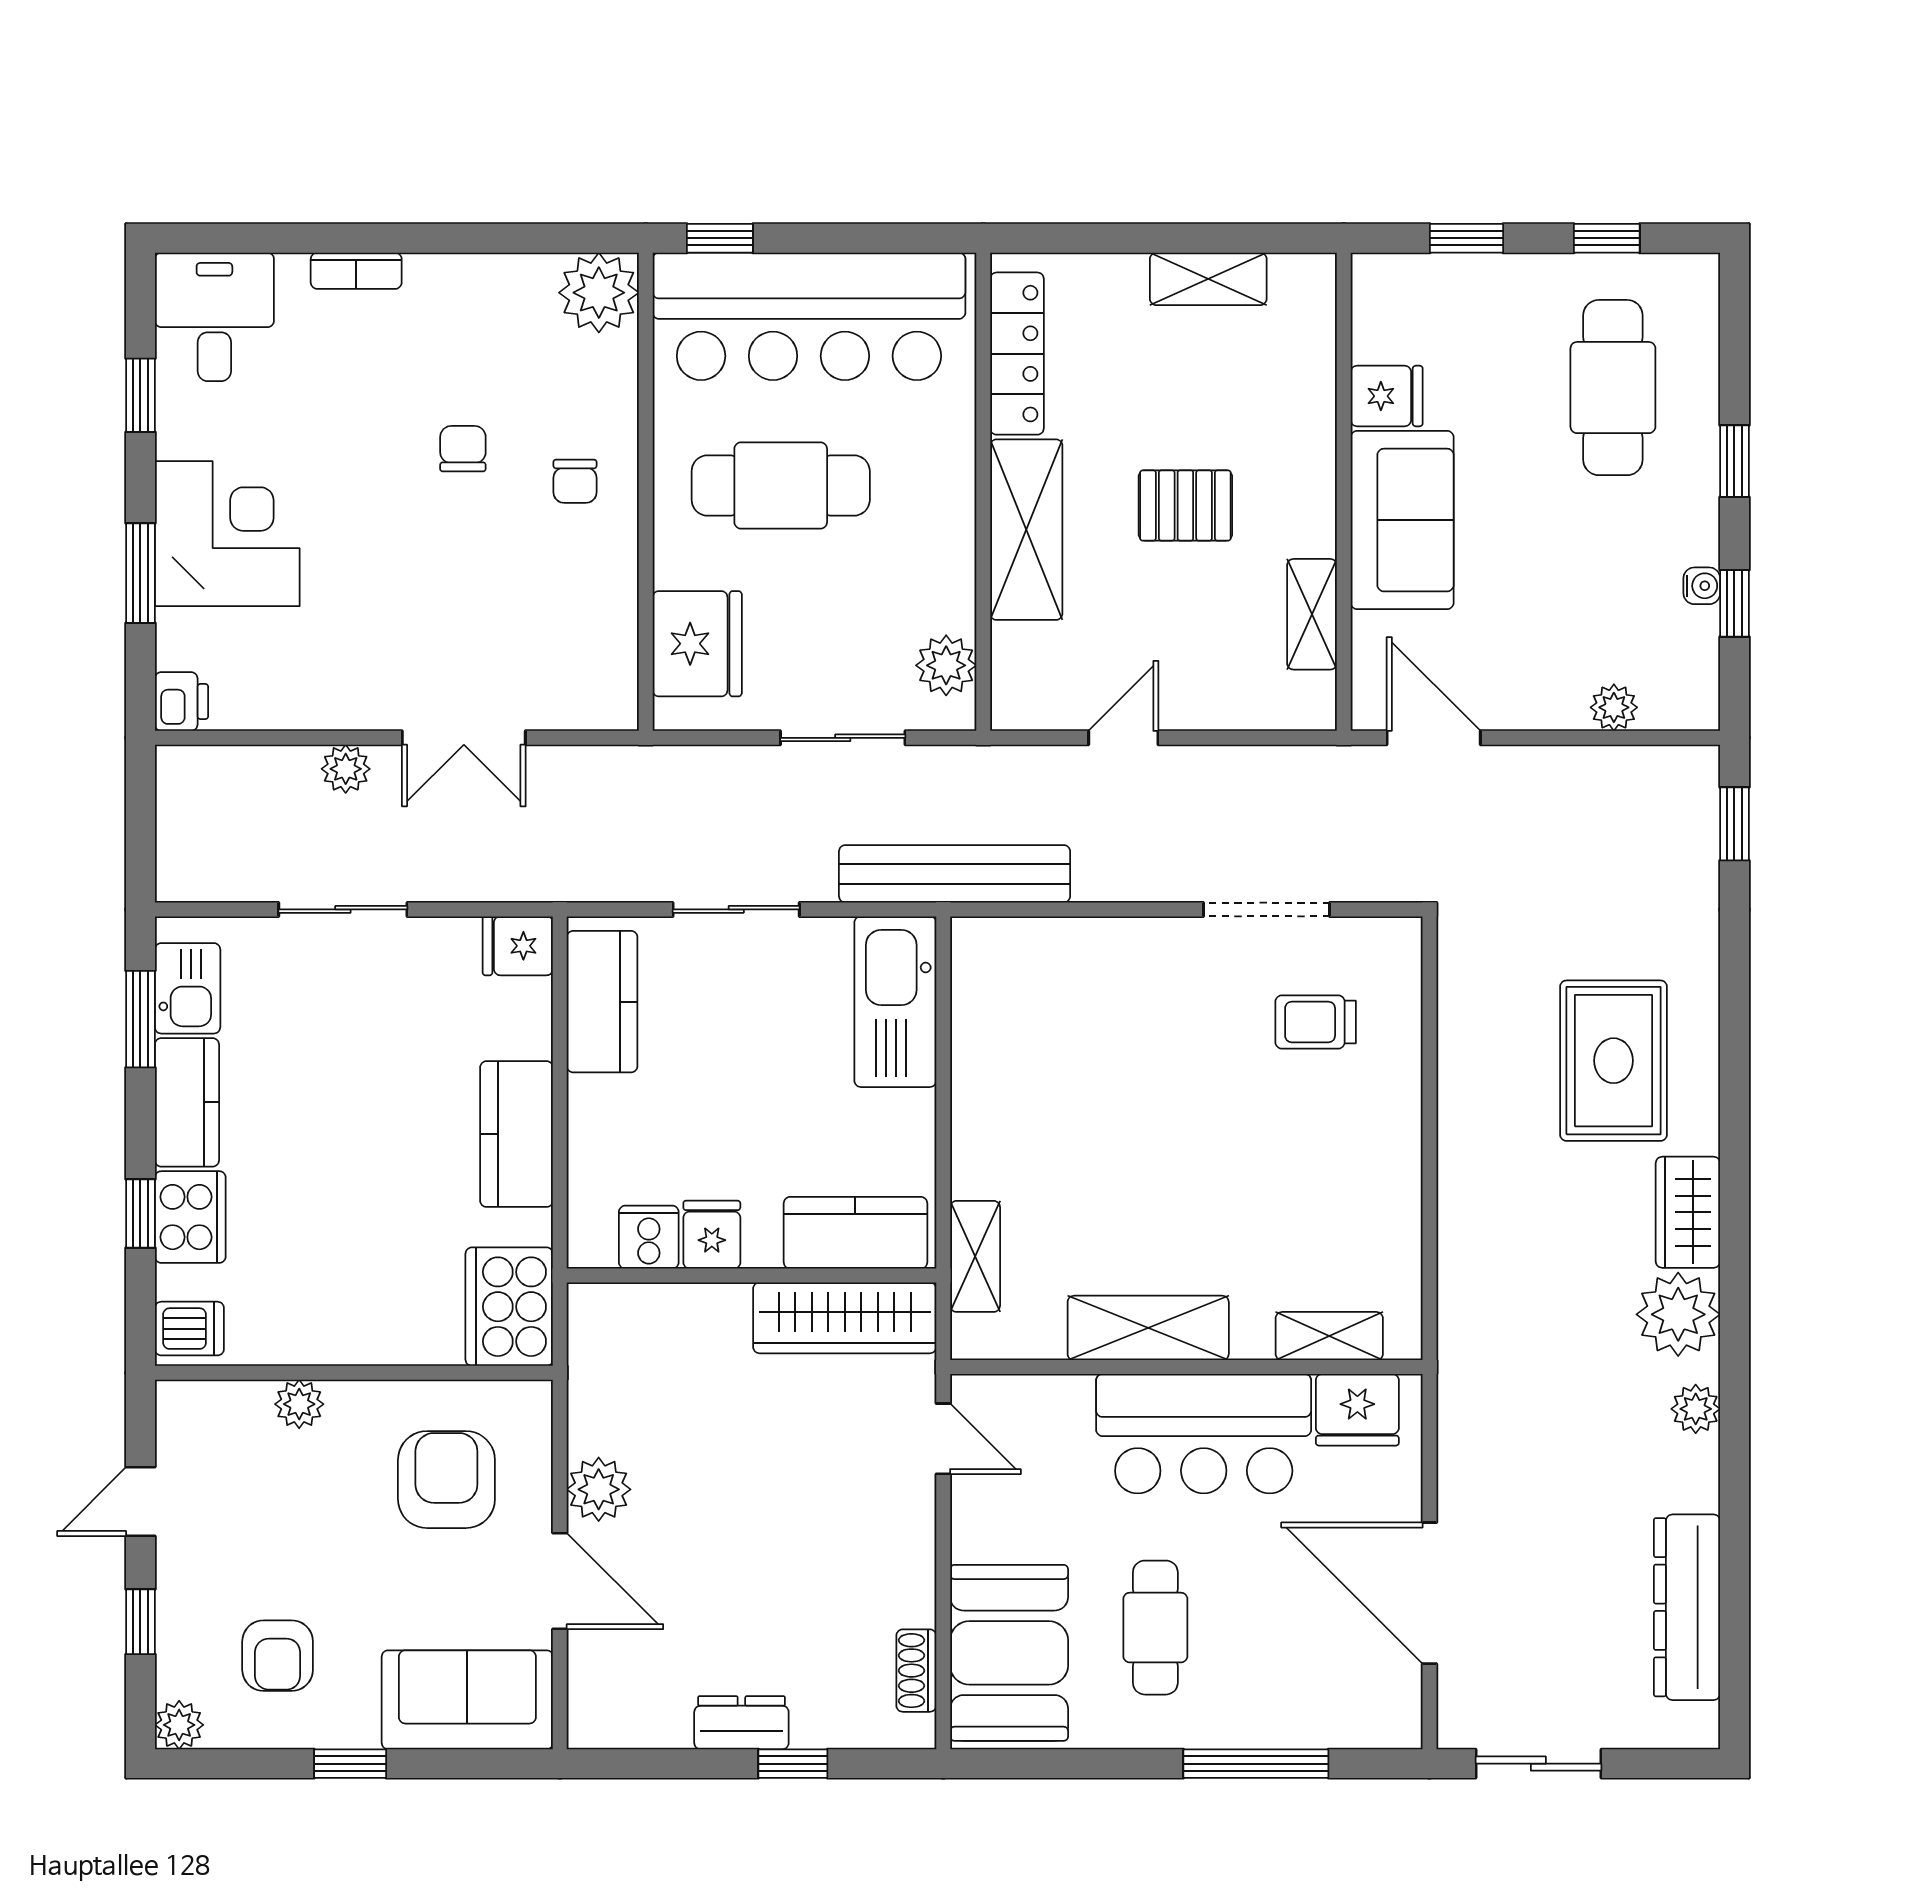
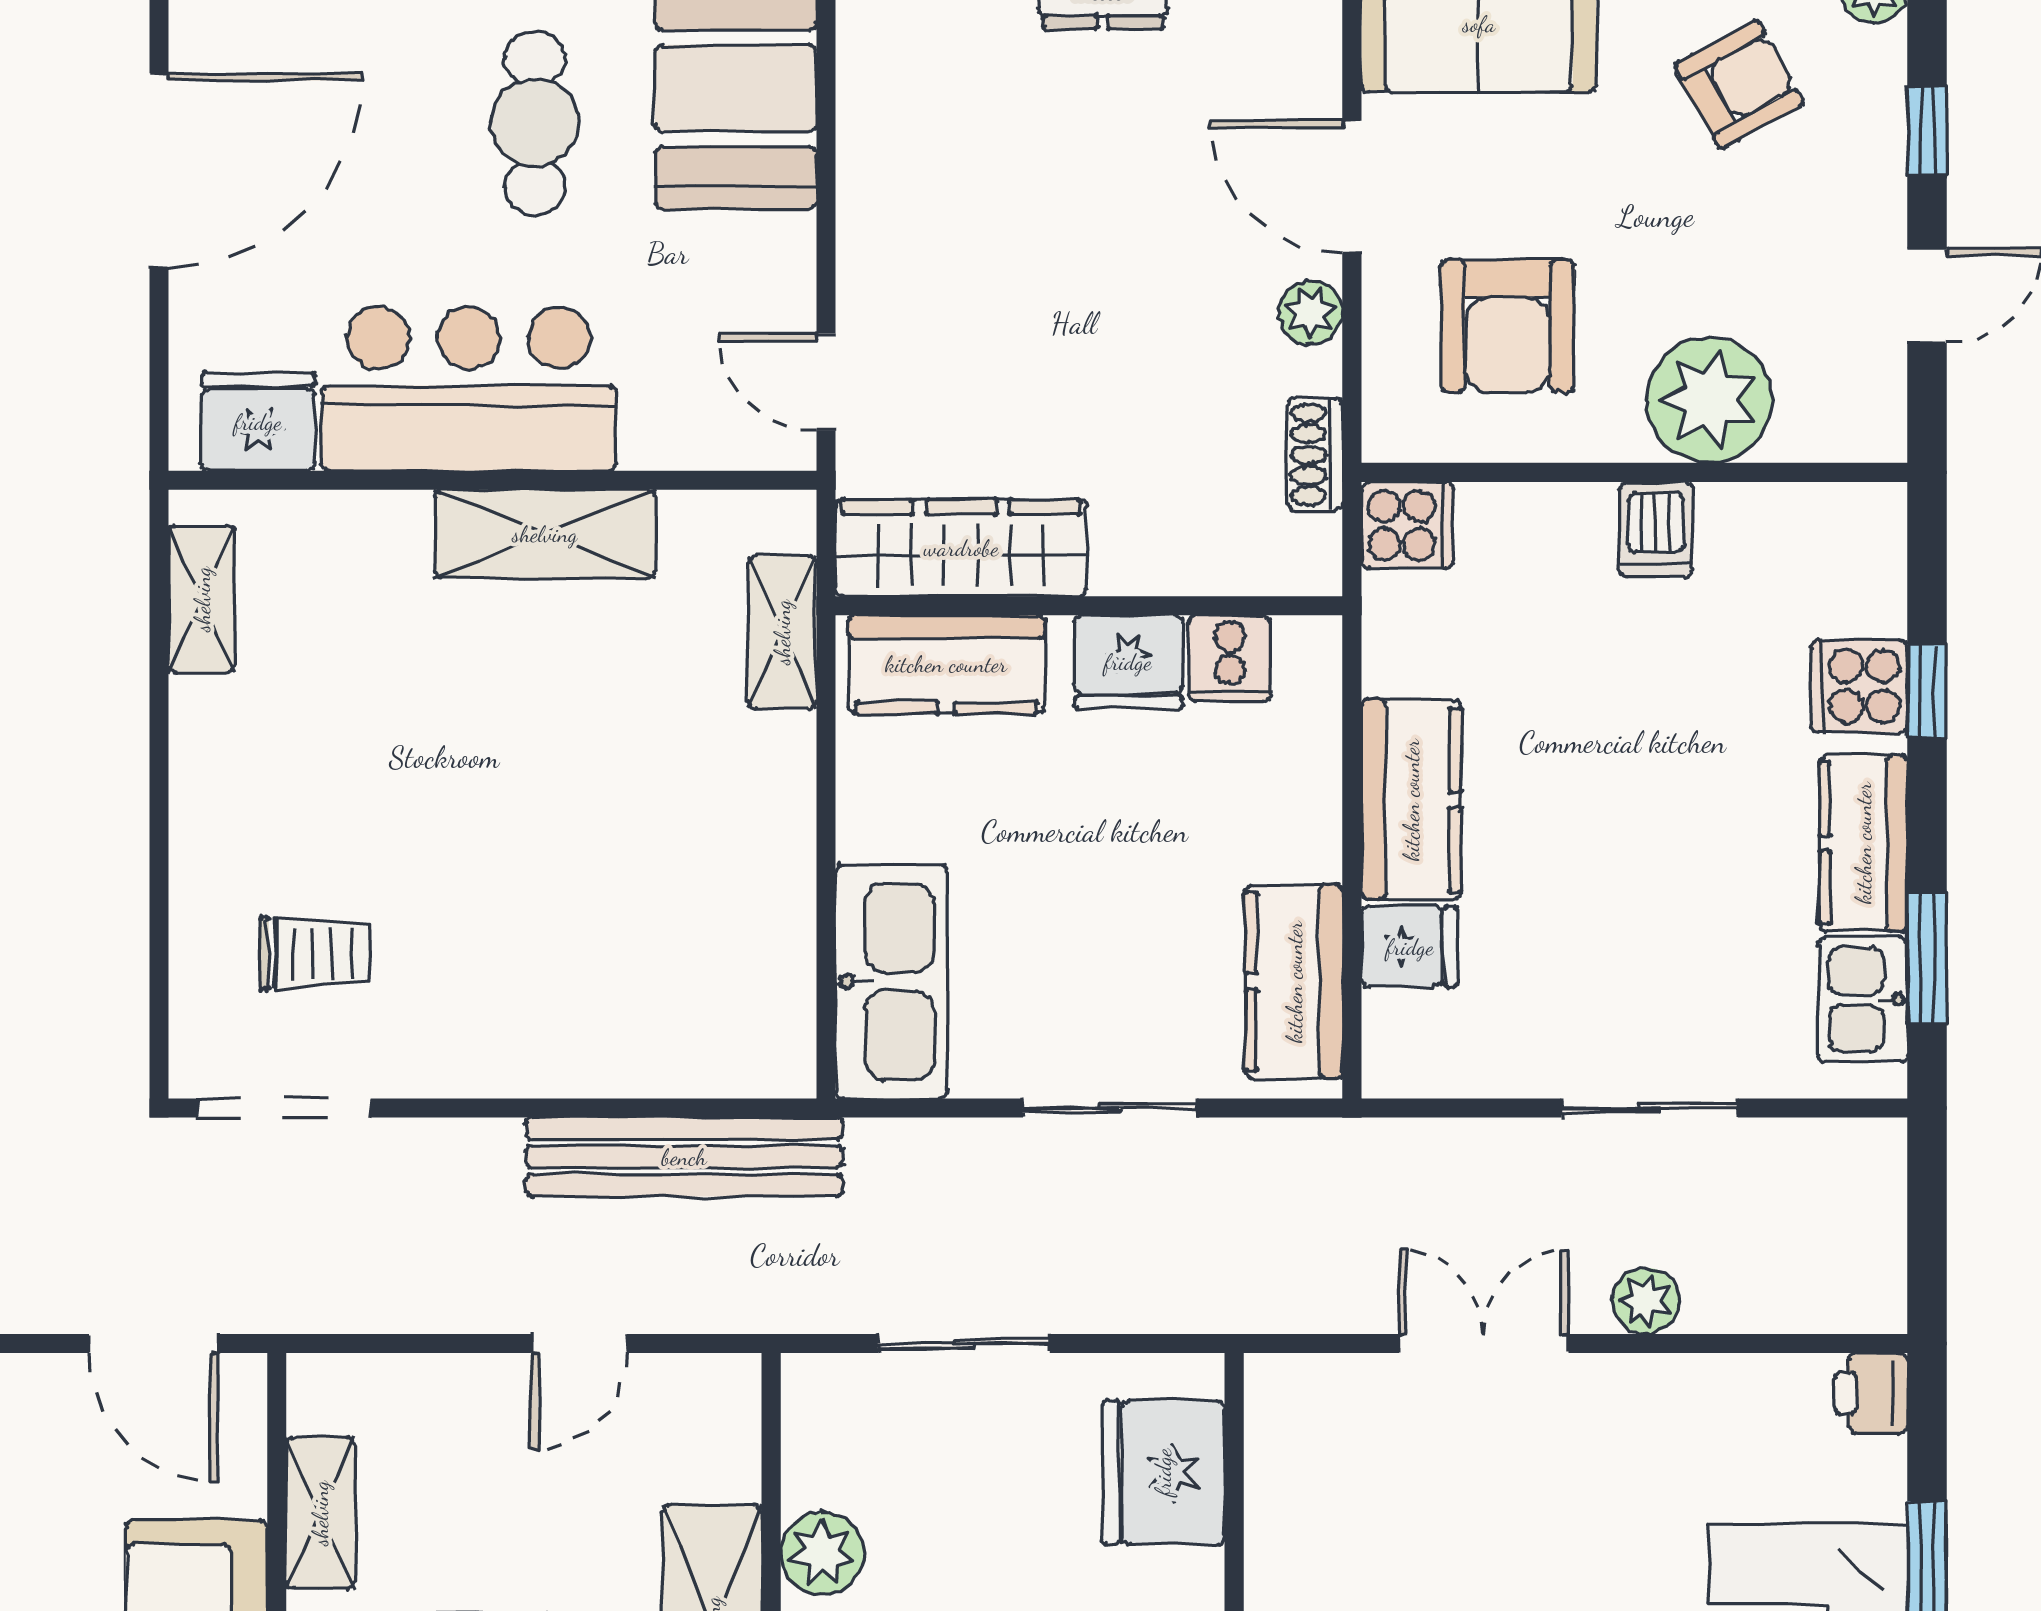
plant: (946, 665) -> (822, 1553), moved
bench: (955, 874) -> (684, 1157), moved
doorway: (1266, 909) -> (284, 1108), moved
fridge: (518, 946) -> (1410, 947), moved
cooker: (190, 1217) -> (1859, 686), width x0.73
fridge: (712, 1235) -> (1128, 662), width x1.38
cooker: (509, 1307) -> (1407, 525), width x0.53, depth x0.76
dishwasher: (189, 1329) -> (1656, 529), moved, turned -90
shelving: (1329, 1336) -> (202, 599), moved, turned 90
plant: (299, 1404) -> (1709, 400), width x1.88, depth x1.88
plant: (599, 1489) -> (1311, 313), width x0.73, depth x0.73
door: (1429, 1593) -> (159, 170), hinge flipped
armchair: (278, 1656) -> (1739, 84), turned 61
shoe rack: (916, 1671) -> (1315, 455), moved, turned 180

